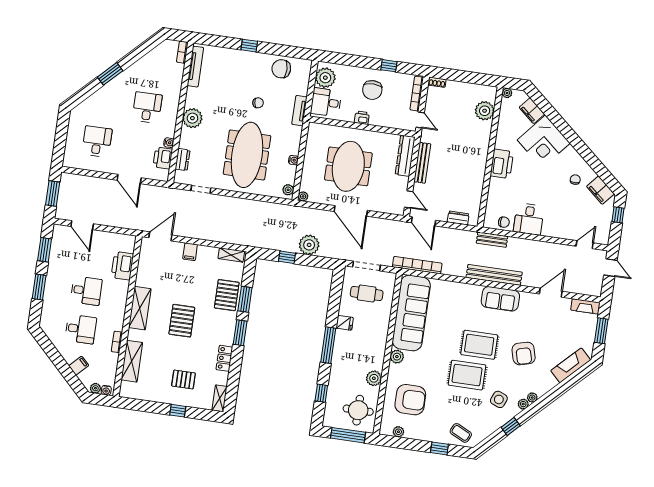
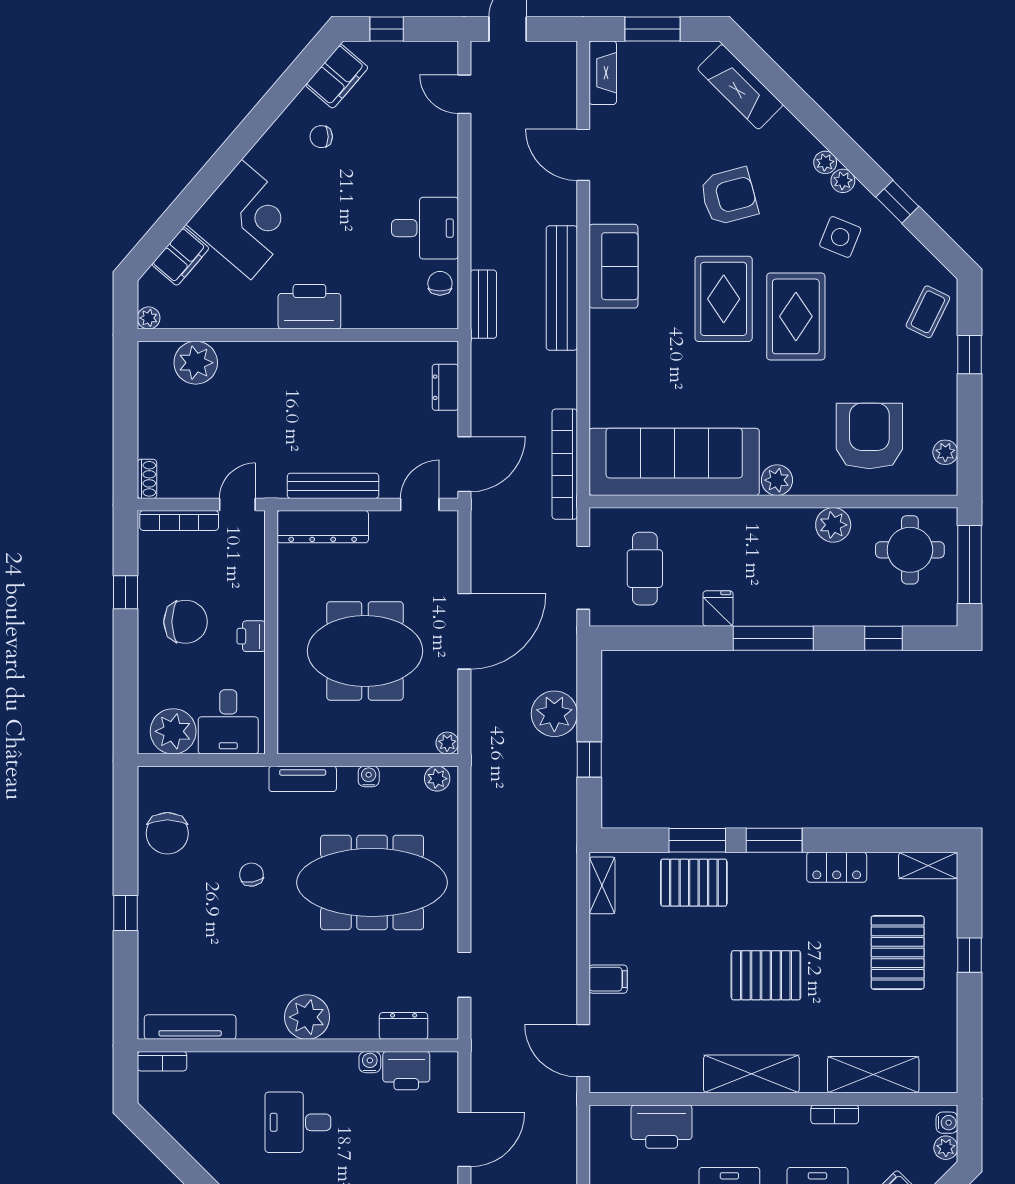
tv unit: (299, 111) -> (303, 779), moved
pallet: (183, 379) -> (898, 953), width x1.50, depth x1.42

